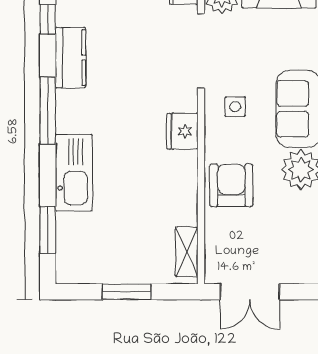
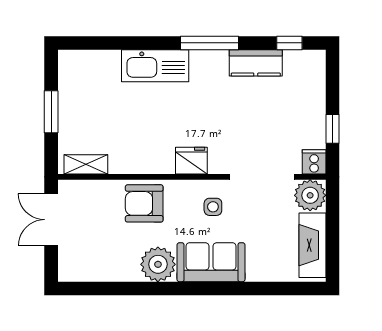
armchair: (231, 185) -> (144, 203), turned 180
window: (48, 230) -> (105, 43), removed

